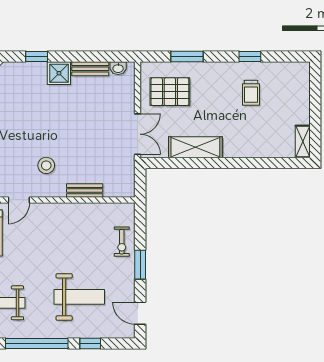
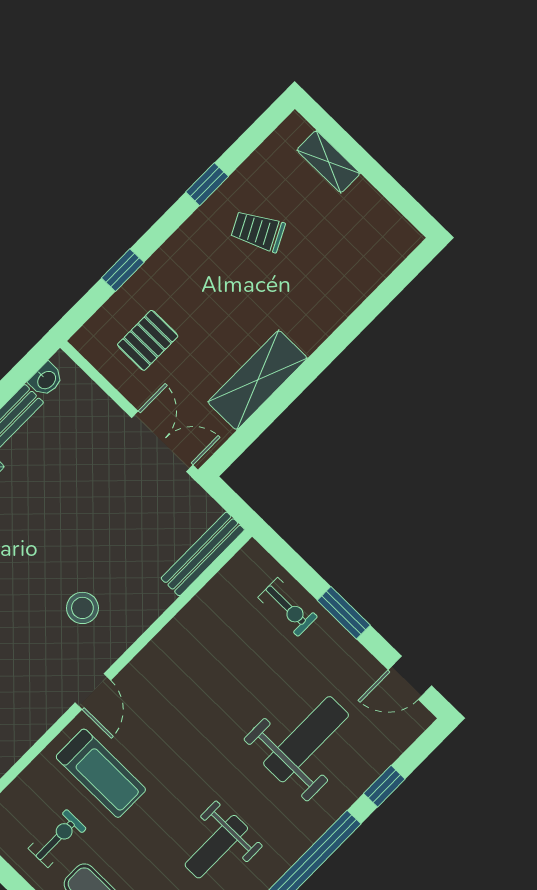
window: (187, 57) -> (123, 270), width x0.67
pallet: (170, 92) -> (148, 340), width x0.67, depth x0.71
trolley: (251, 93) -> (258, 231), turned 153
shelving: (303, 142) -> (328, 162), moved
bench: (85, 191) -> (203, 554), moved, width x1.36

